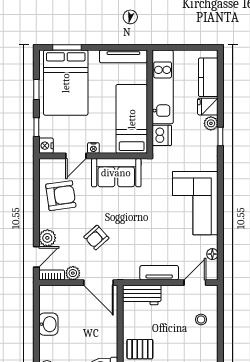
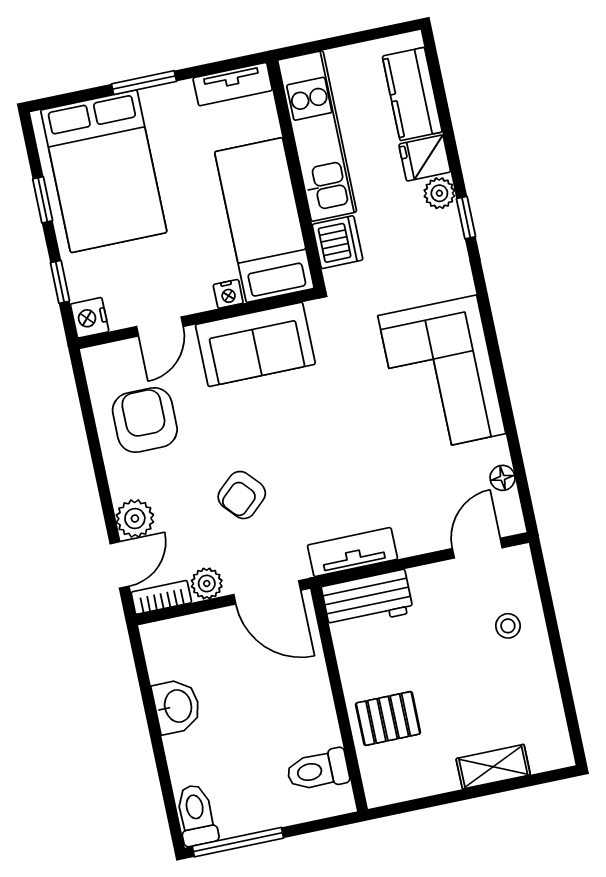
window: (67, 47) -> (144, 83), moved
tv unit: (123, 56) -> (233, 84), width x0.71
nightstand: (93, 148) -> (228, 294), moved
armchair: (61, 196) -> (145, 420), turned -82
tv unit: (159, 273) -> (352, 552), moved

